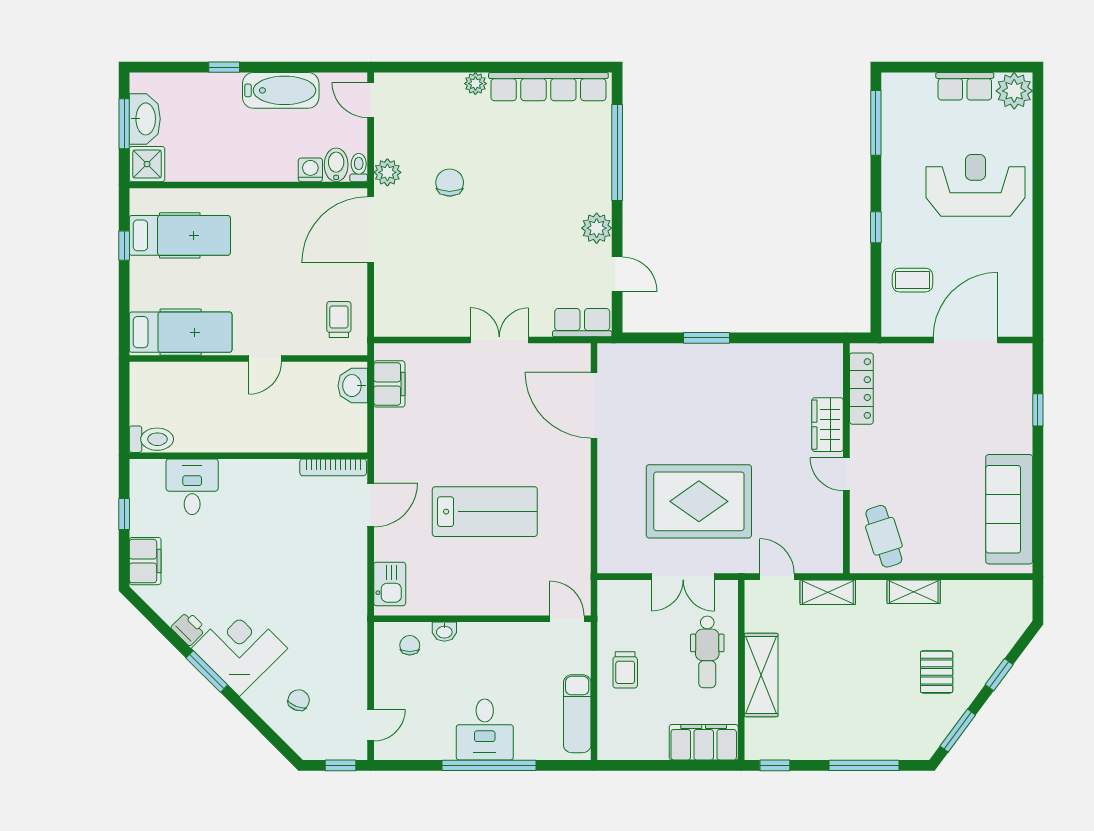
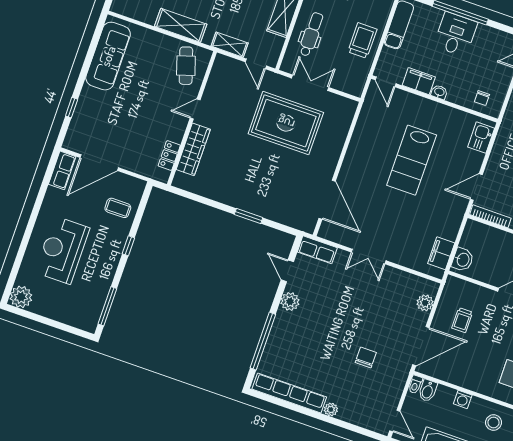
row of seats: (965, 86) -> (62, 170), moved, turned 90
stool: (217, 151) -> (494, 422), added
washing machine: (310, 170) -> (463, 399), moved
plant: (387, 172) -> (425, 303), moved
chair: (450, 183) -> (366, 357), turned 180
reception desk: (976, 185) -> (62, 250), turned 90
trolley: (339, 319) -> (462, 320), moved
locker: (861, 389) -> (169, 156), width x0.66
wardrobe: (828, 425) -> (193, 149), width x1.50
door: (846, 474) -> (195, 109), swing flipped
lab bench: (485, 512) -> (412, 160), turned -90
shelving: (914, 592) -> (181, 25), width x1.50, depth x1.33
washbasin: (444, 632) -> (439, 92), moved
filing cabinet: (516, 637) -> (419, 81), added
trolley: (625, 670) -> (362, 41), width x1.36, depth x1.39

